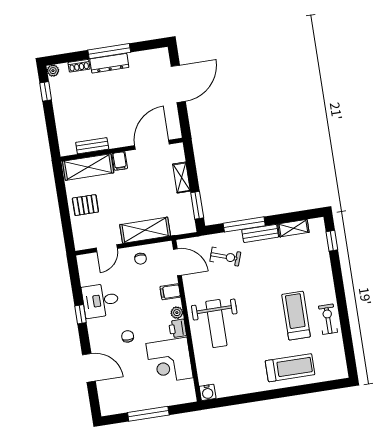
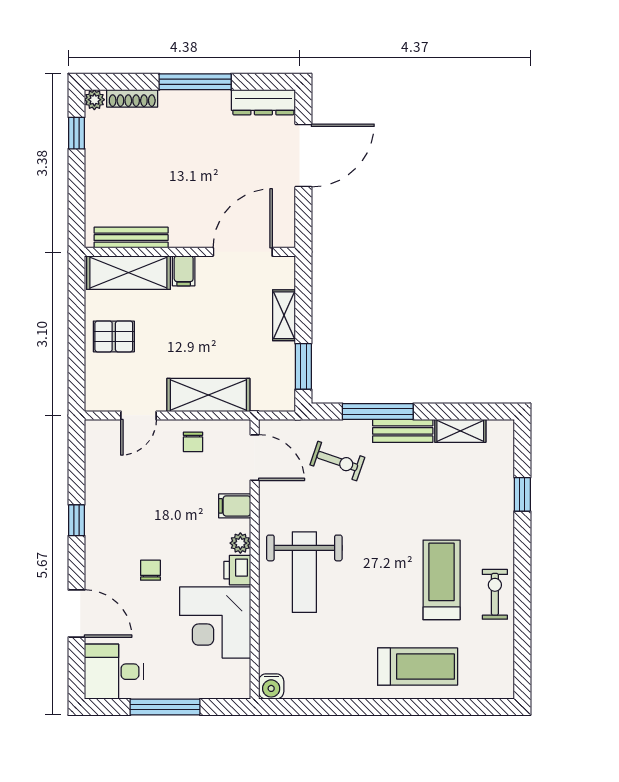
dresser: (109, 63) -> (263, 102), moved
shoe rack: (79, 66) -> (132, 98), width x1.43
bench: (92, 146) -> (131, 238), width x1.36
window: (332, 241) -> (522, 494), moved
desk: (100, 301) -> (114, 672), moved

